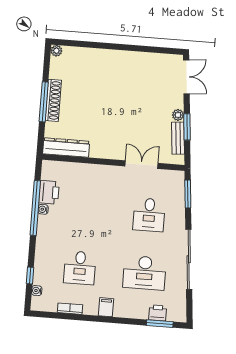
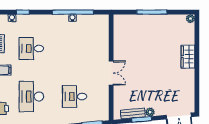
wardrobe: (107, 58) -> (188, 57), added
shoe rack: (53, 100) -> (154, 19), removed
dresser: (66, 147) -> (119, 31), removed
double door: (142, 165) -> (111, 73), moved
printer: (49, 192) -> (85, 21), removed

